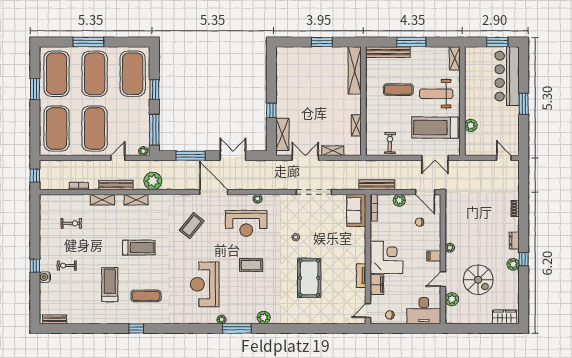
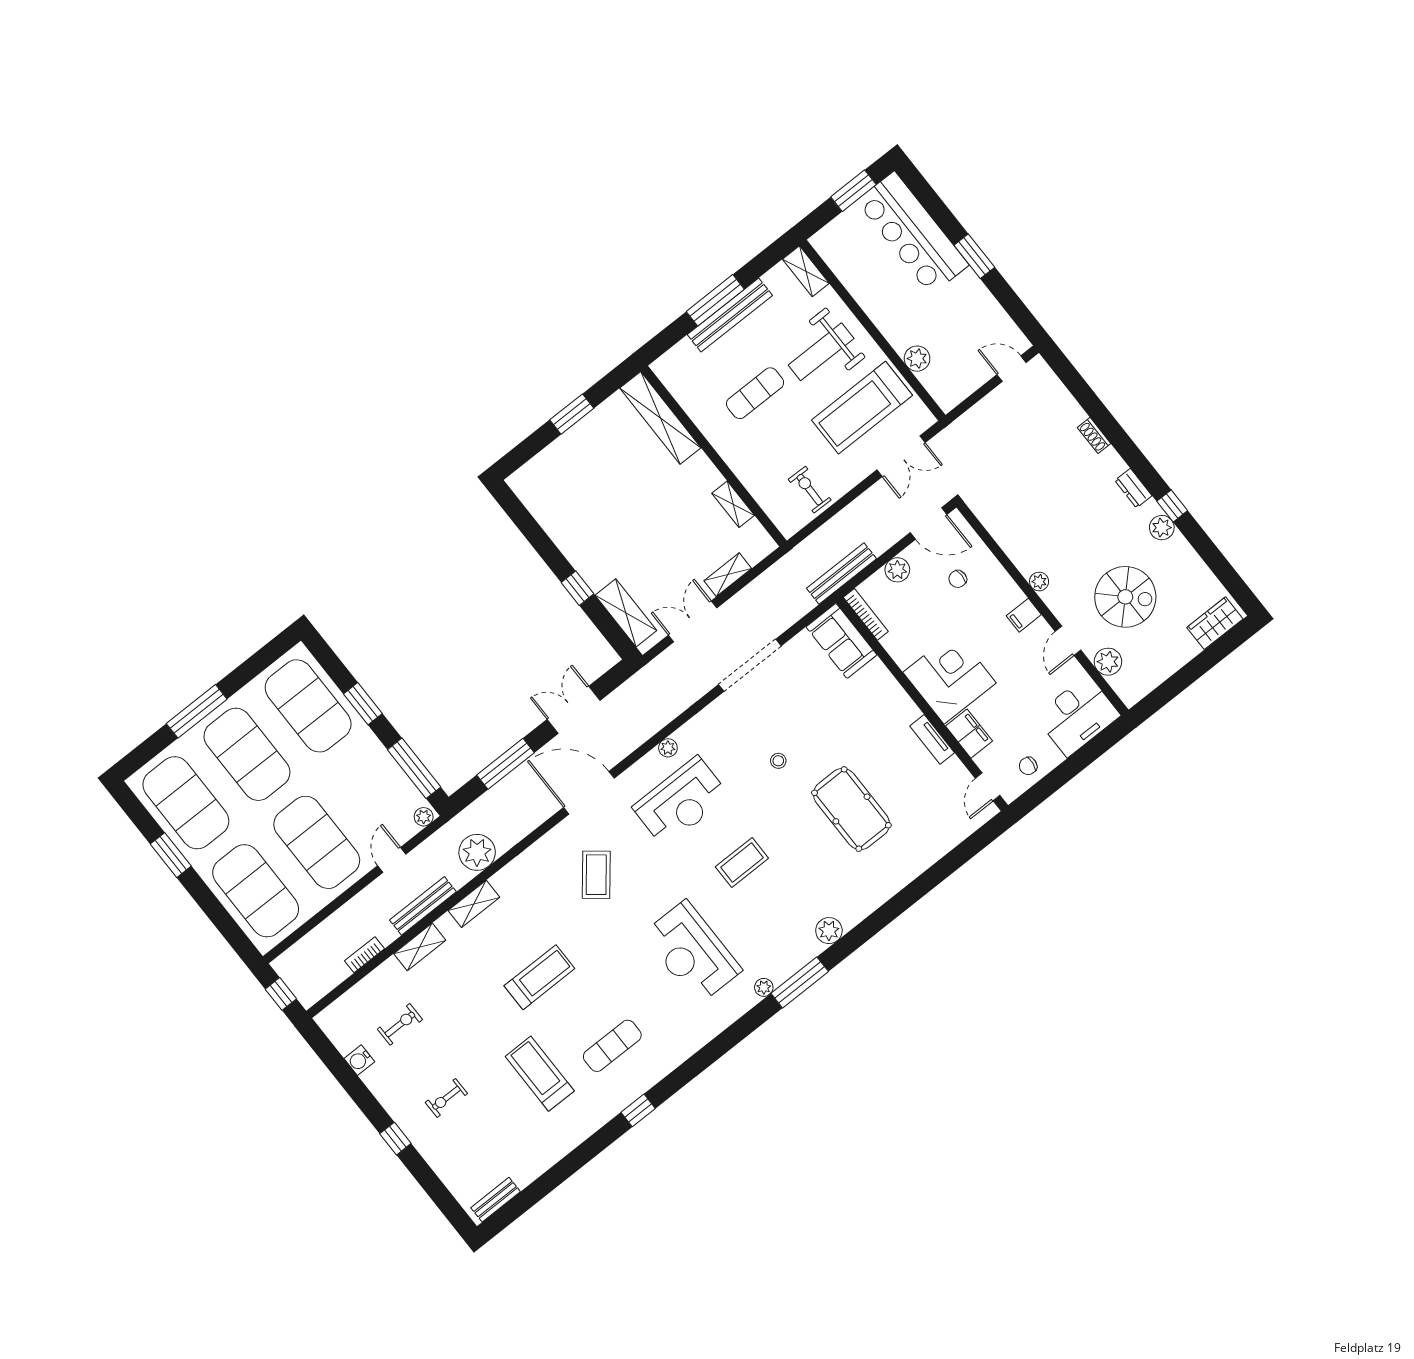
bench: (388, 52) -> (730, 315), moved
water cooler: (45, 277) -> (359, 1060), moved

